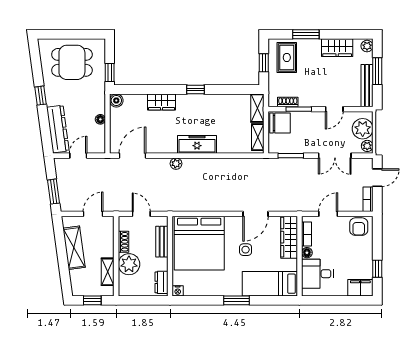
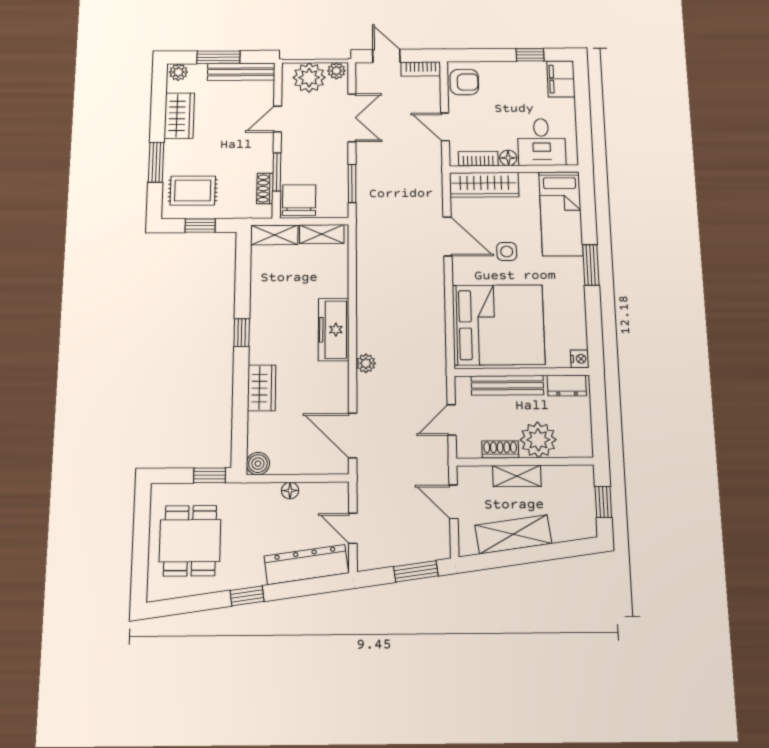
door: (334, 109) -> (278, 119), swing flipped
bench: (162, 242) -> (507, 385), width x1.36
shelving: (108, 272) -> (517, 476), moved

